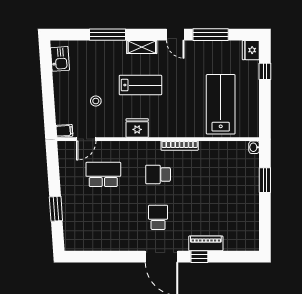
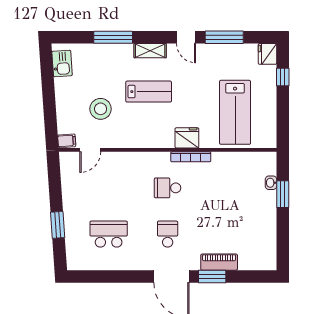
stool: (96, 101) -> (101, 109), width x1.89, depth x1.89
lab bench: (221, 104) -> (235, 112), turned 180
fridge: (137, 128) -> (187, 138), moved
washbasin: (254, 147) -> (271, 183), moved
school desk: (103, 174) -> (109, 234), moved
window: (199, 257) -> (212, 276), width x1.50

